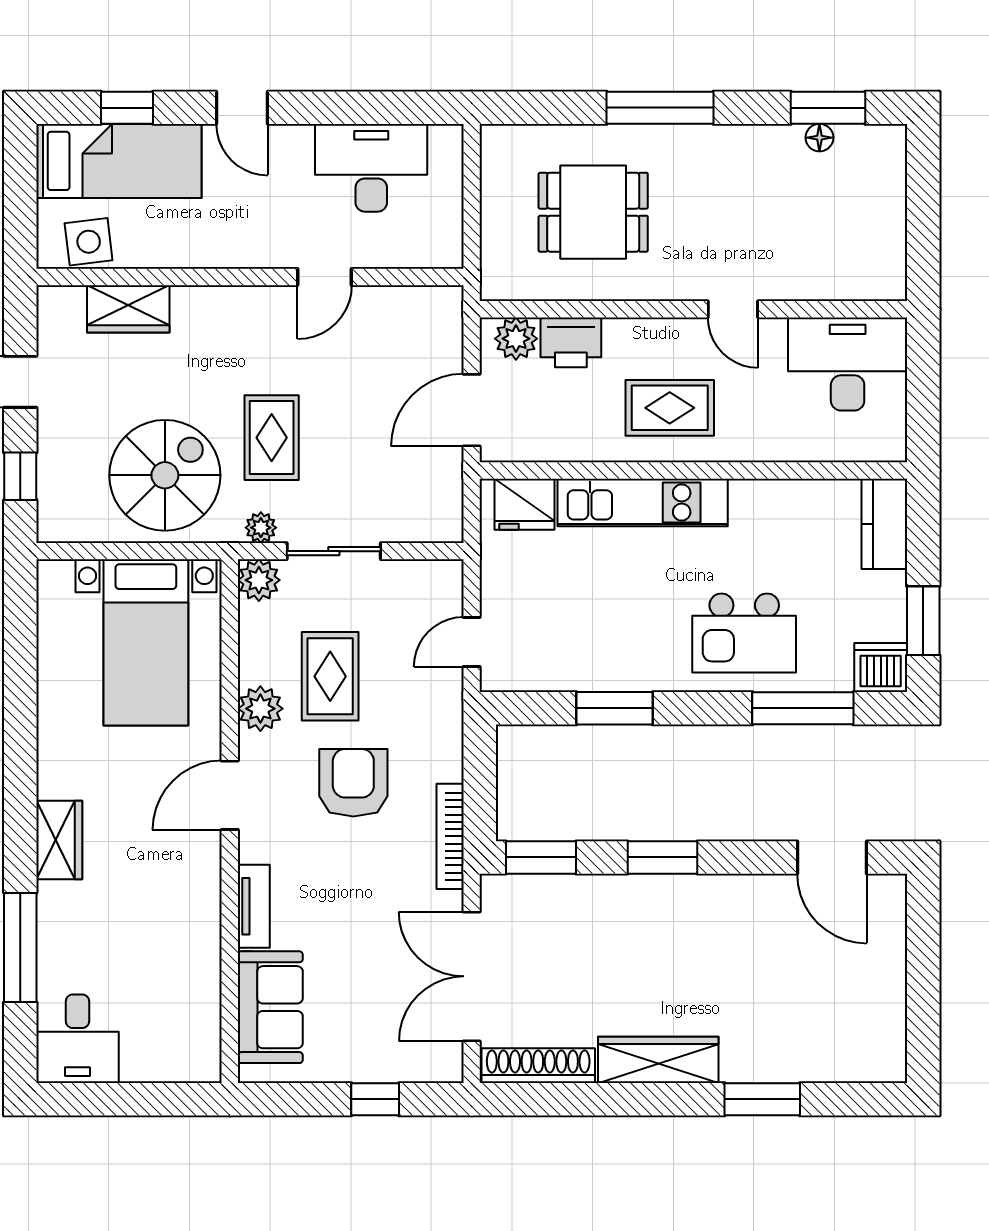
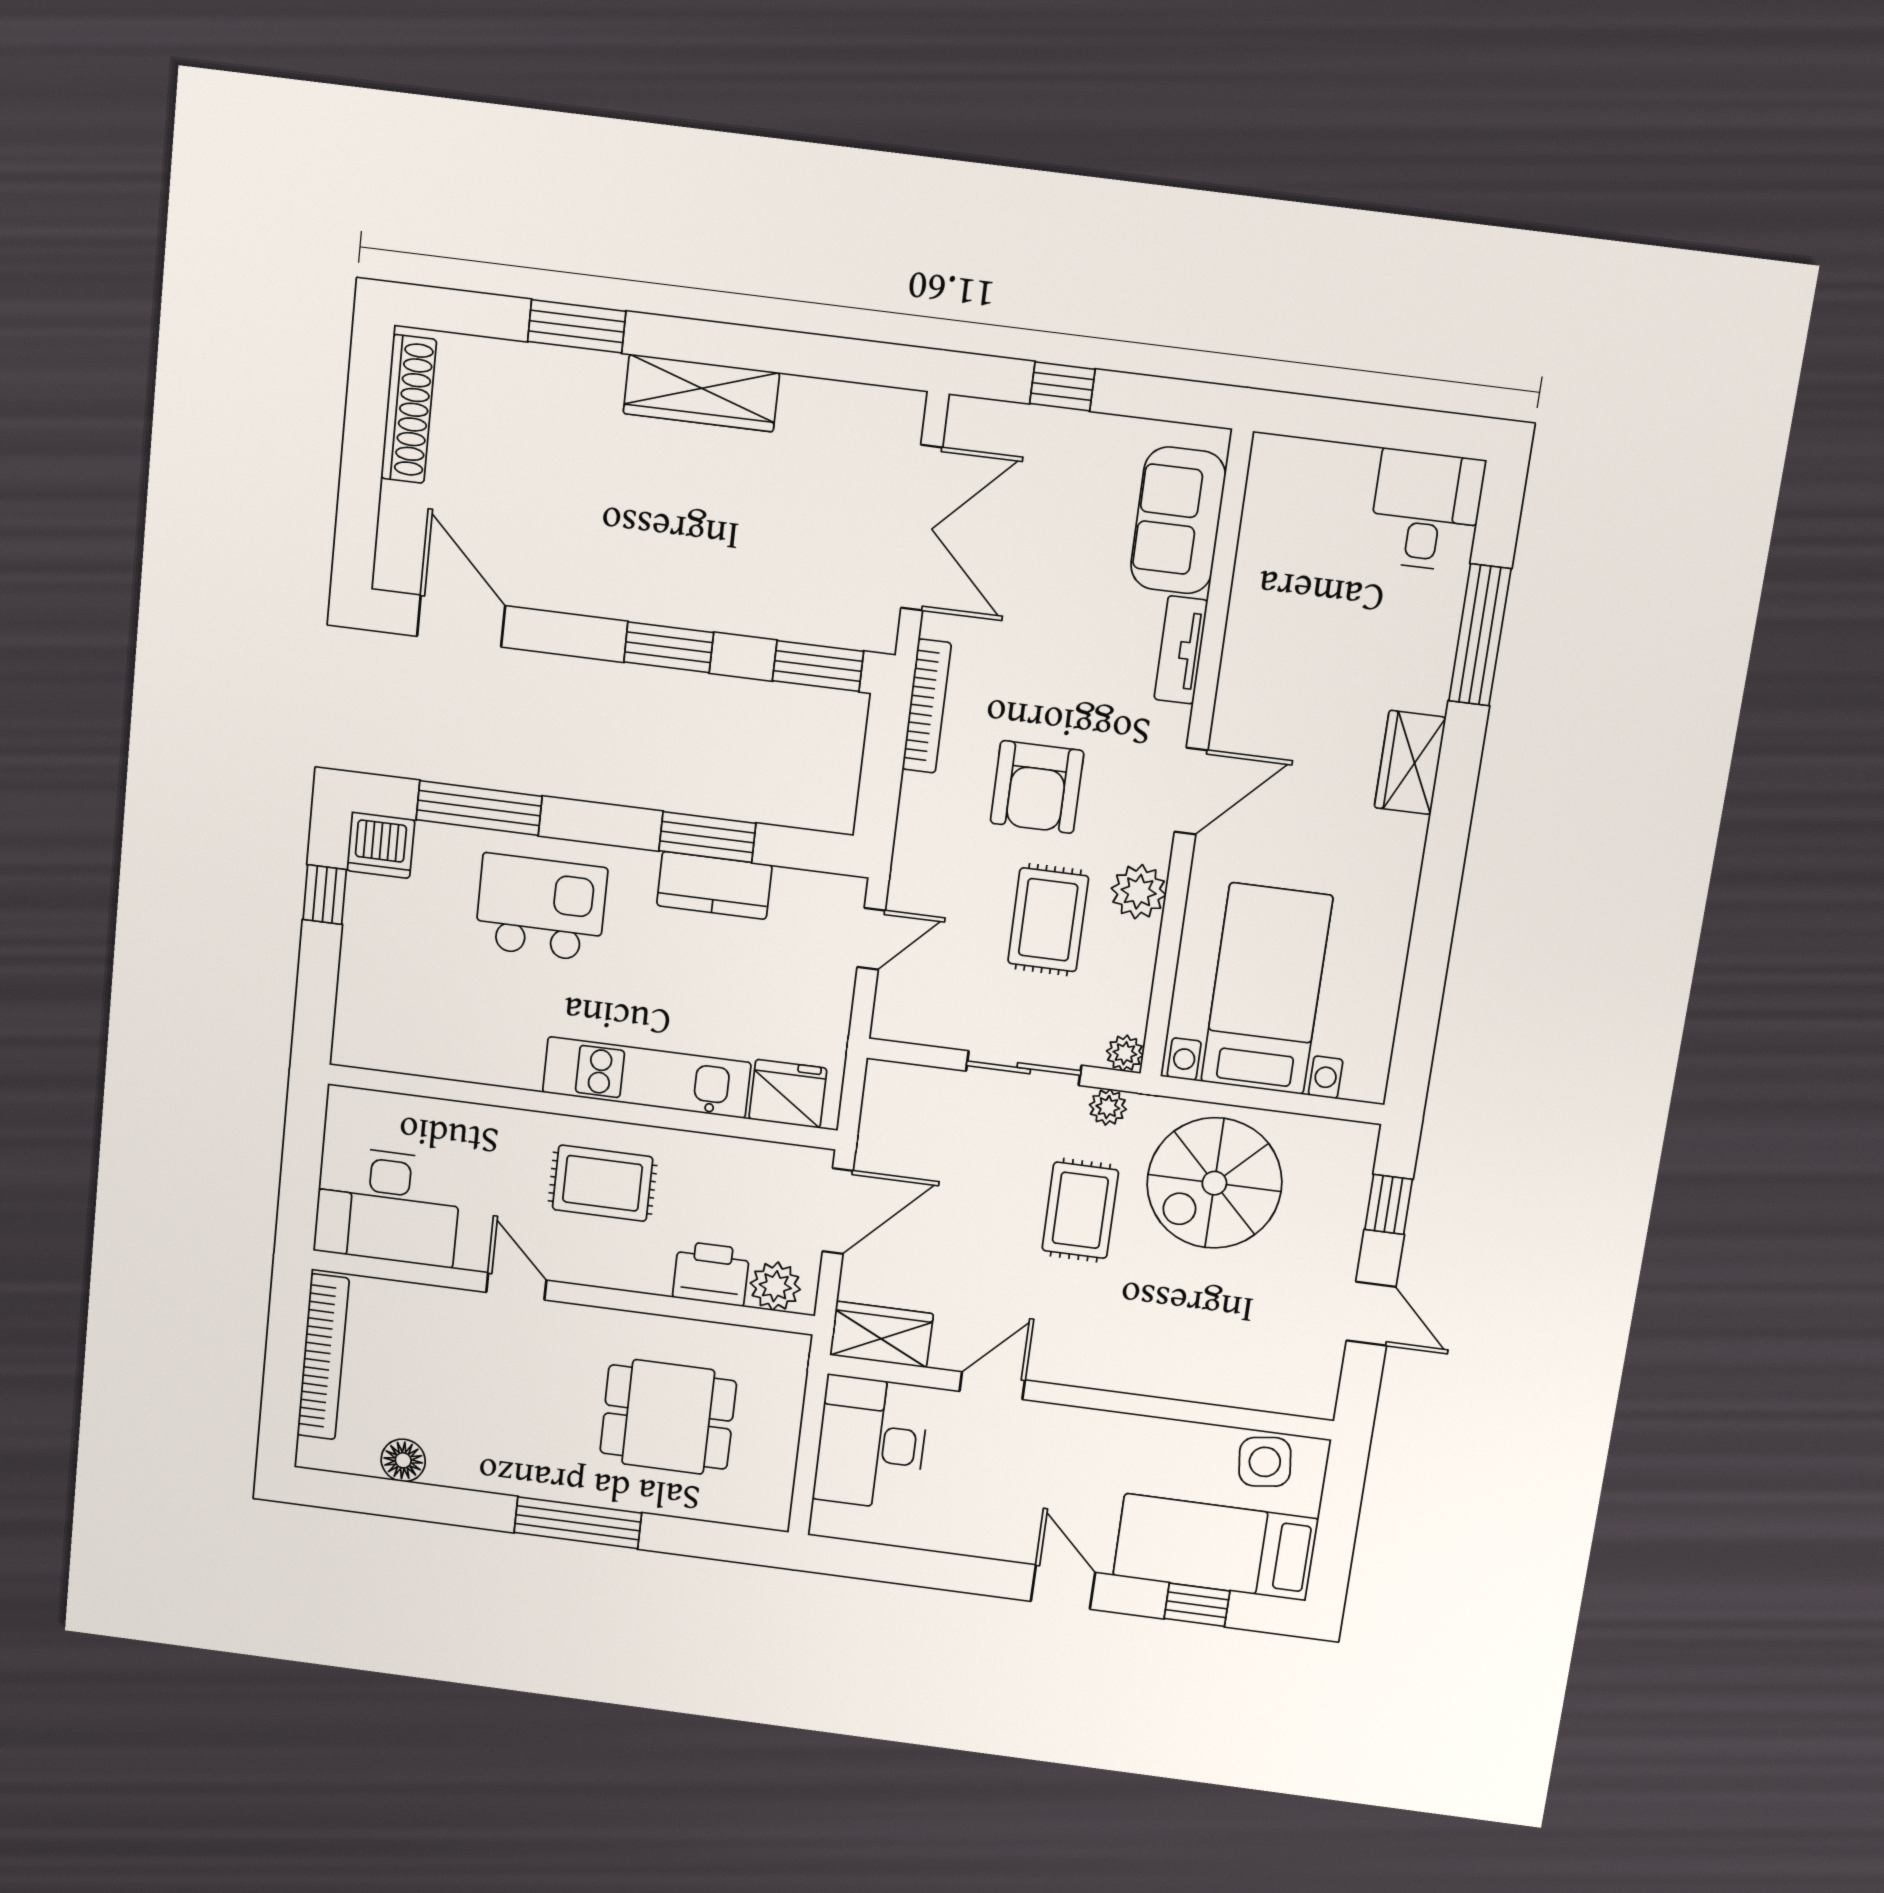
window: (828, 108) -> (384, 1497), removed
floor lamp: (819, 138) -> (403, 1460), width x1.37, depth x1.37
desk: (371, 168) -> (871, 1443), moved, turned 90
bookcase: (891, 225) -> (323, 1357), added
wardrobe: (128, 309) -> (881, 1334), moved
kitchen counter: (884, 524) -> (714, 885), moved, turned 90
plant: (259, 580) -> (1125, 1053), width x0.73, depth x0.73
window: (923, 621) -> (325, 895), width x0.67
shoe rack: (538, 1066) -> (409, 409), moved, turned -90

